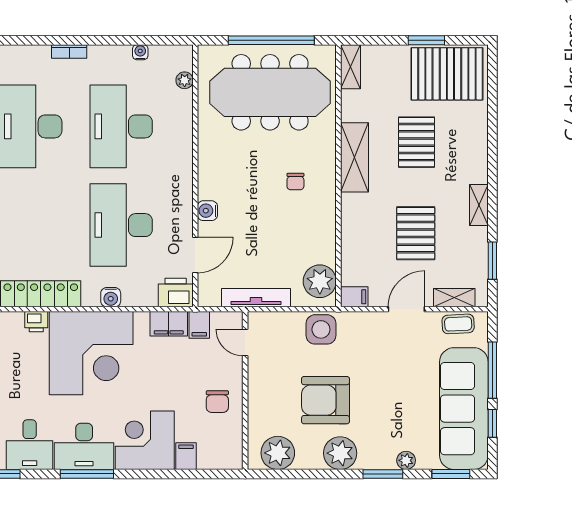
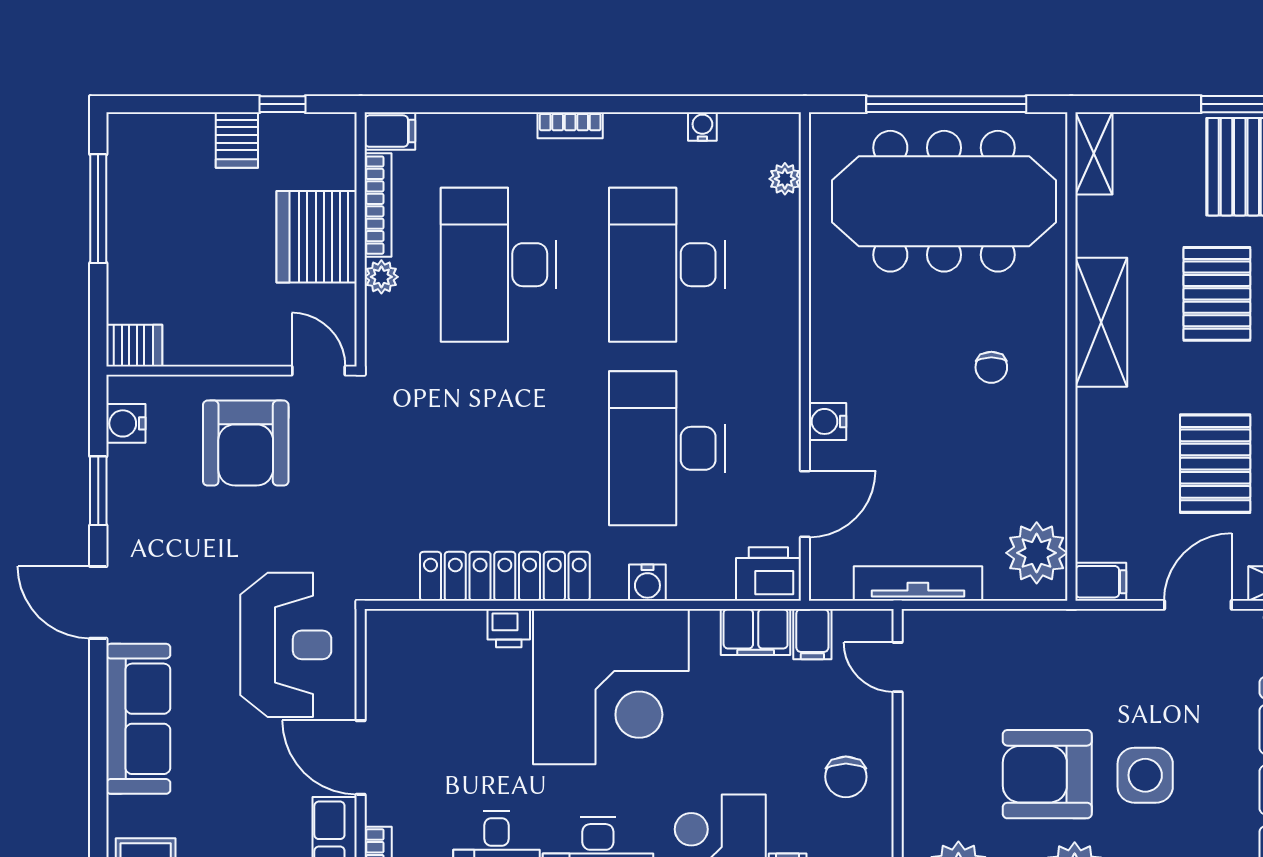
side table: (321, 329) -> (1145, 775), moved

